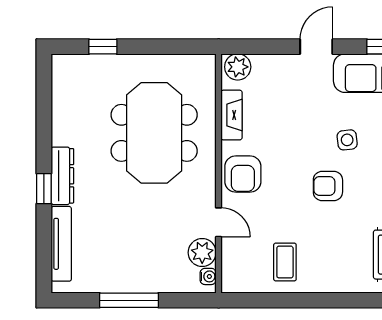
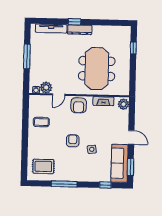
meeting table: (154, 133) -> (97, 69), turned 90
armchair: (243, 174) -> (79, 105), turned -90

